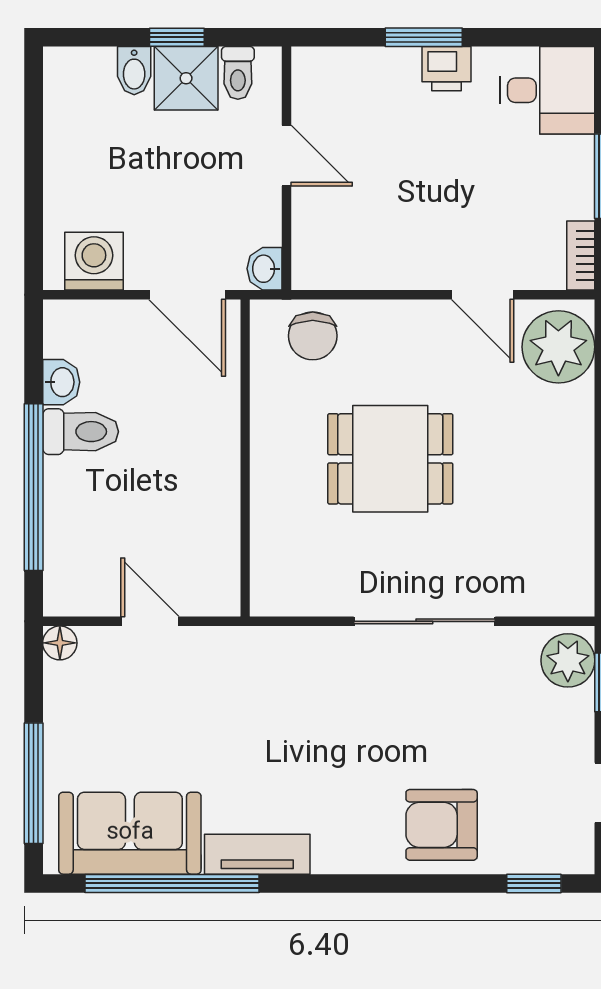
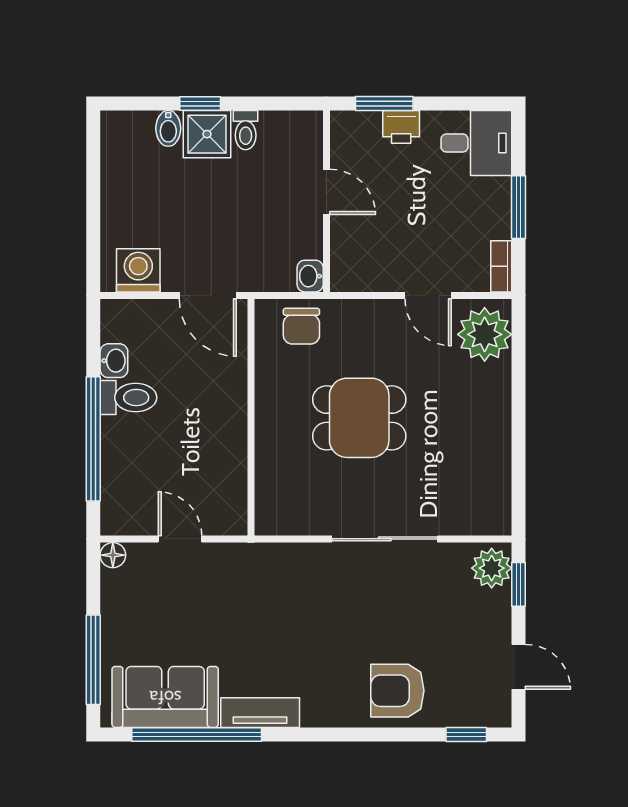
door: (287, 156) -> (326, 192), moved
wall: (287, 168) -> (326, 201), moved
washbasin: (265, 269) -> (310, 276), moved

